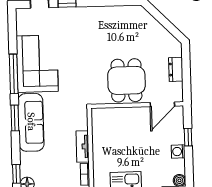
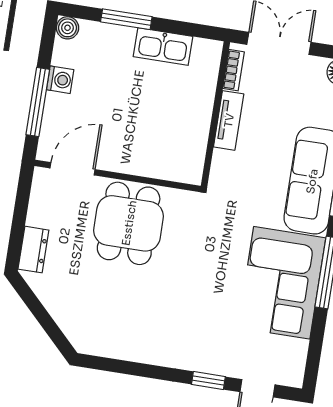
dresser: (176, 69) -> (33, 250), moved
window: (188, 137) -> (38, 102), width x2.17

